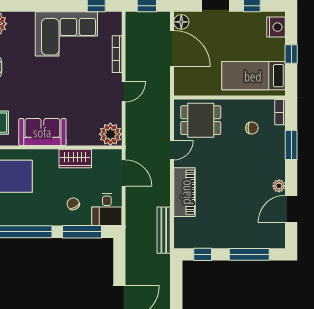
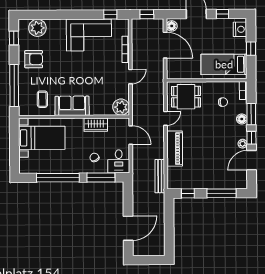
floor lamp: (278, 152) -> (242, 119), added
window: (291, 178) -> (251, 138), added

